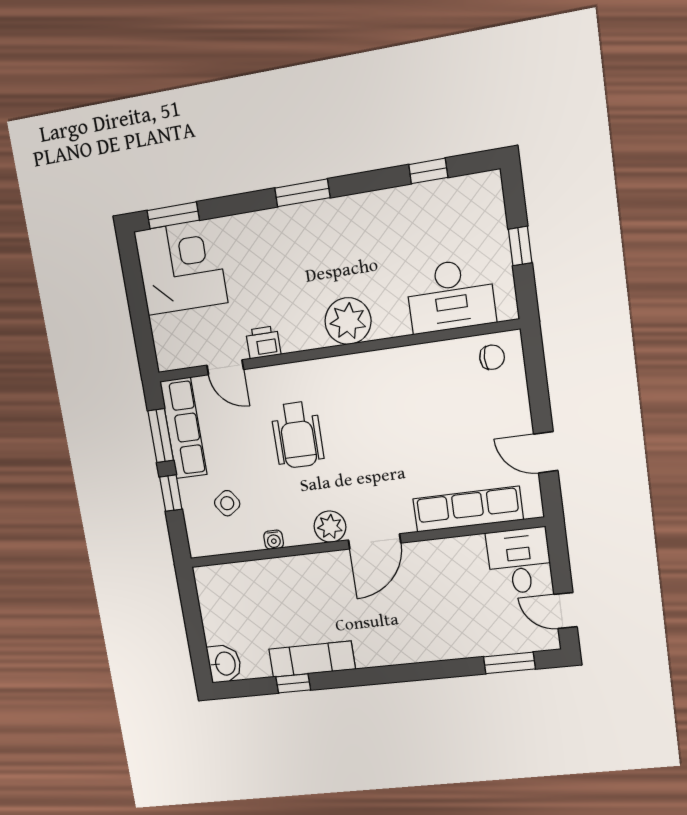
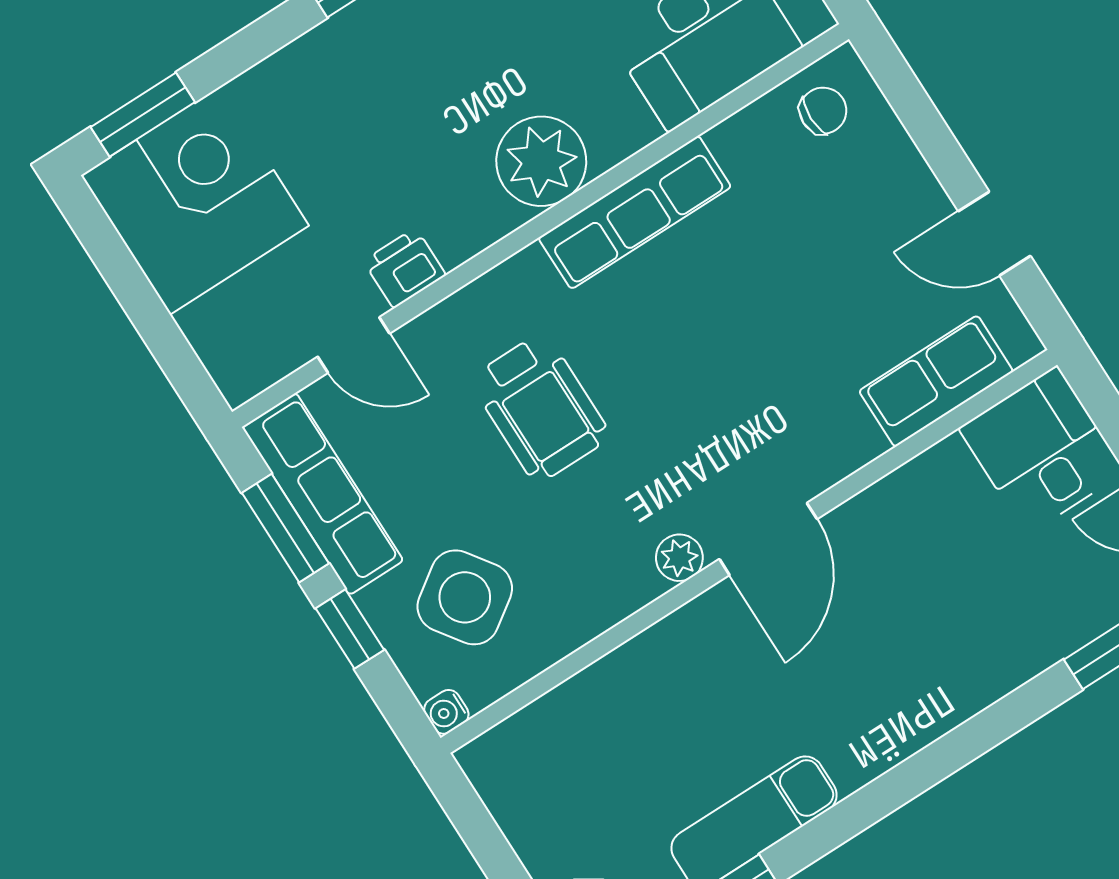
row of seats: (381, 365) -> (635, 212), added
side table: (227, 503) -> (465, 597), width x1.87, depth x1.87
row of seats: (468, 509) -> (936, 381), width x0.68
plant: (330, 527) -> (679, 558), width x0.73, depth x0.73
water cooler: (274, 540) -> (446, 712), moved, turned 90

